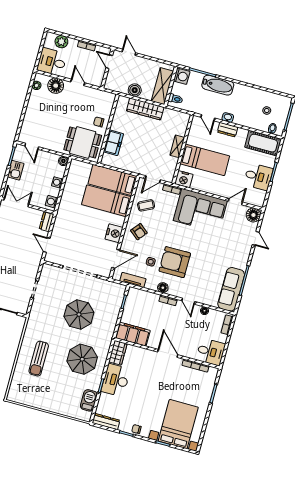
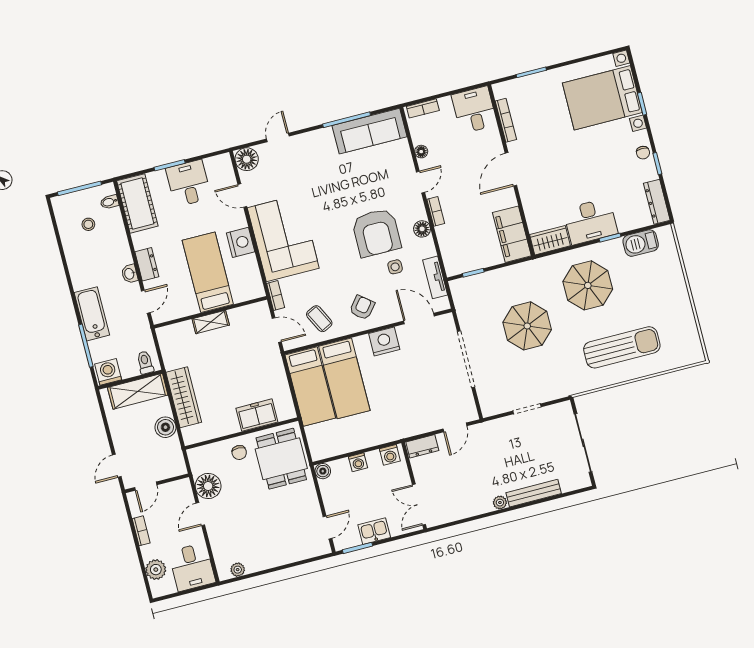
floor lamp: (56, 86) -> (208, 486), moved
nightstand: (184, 179) -> (241, 242), moved
sun lounger: (39, 359) -> (622, 347), width x1.36, depth x1.34

